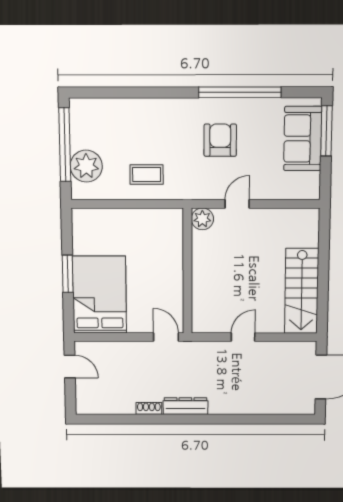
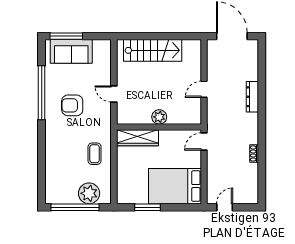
plant: (202, 219) -> (159, 117), moved
wardrobe: (171, 239) -> (137, 138), added
window: (68, 274) -> (147, 207), moved
stairs: (302, 291) -> (153, 50), moved
door: (243, 337) -> (204, 89), hinge flipped
dresser: (185, 406) -> (252, 97), moved

